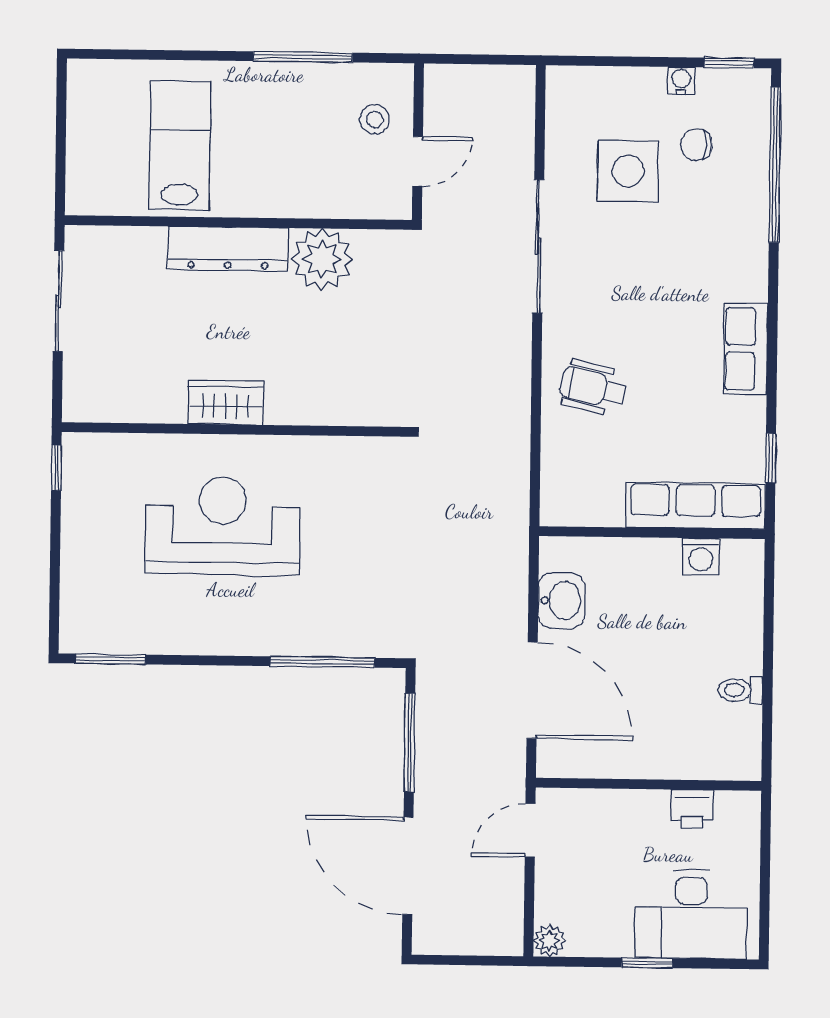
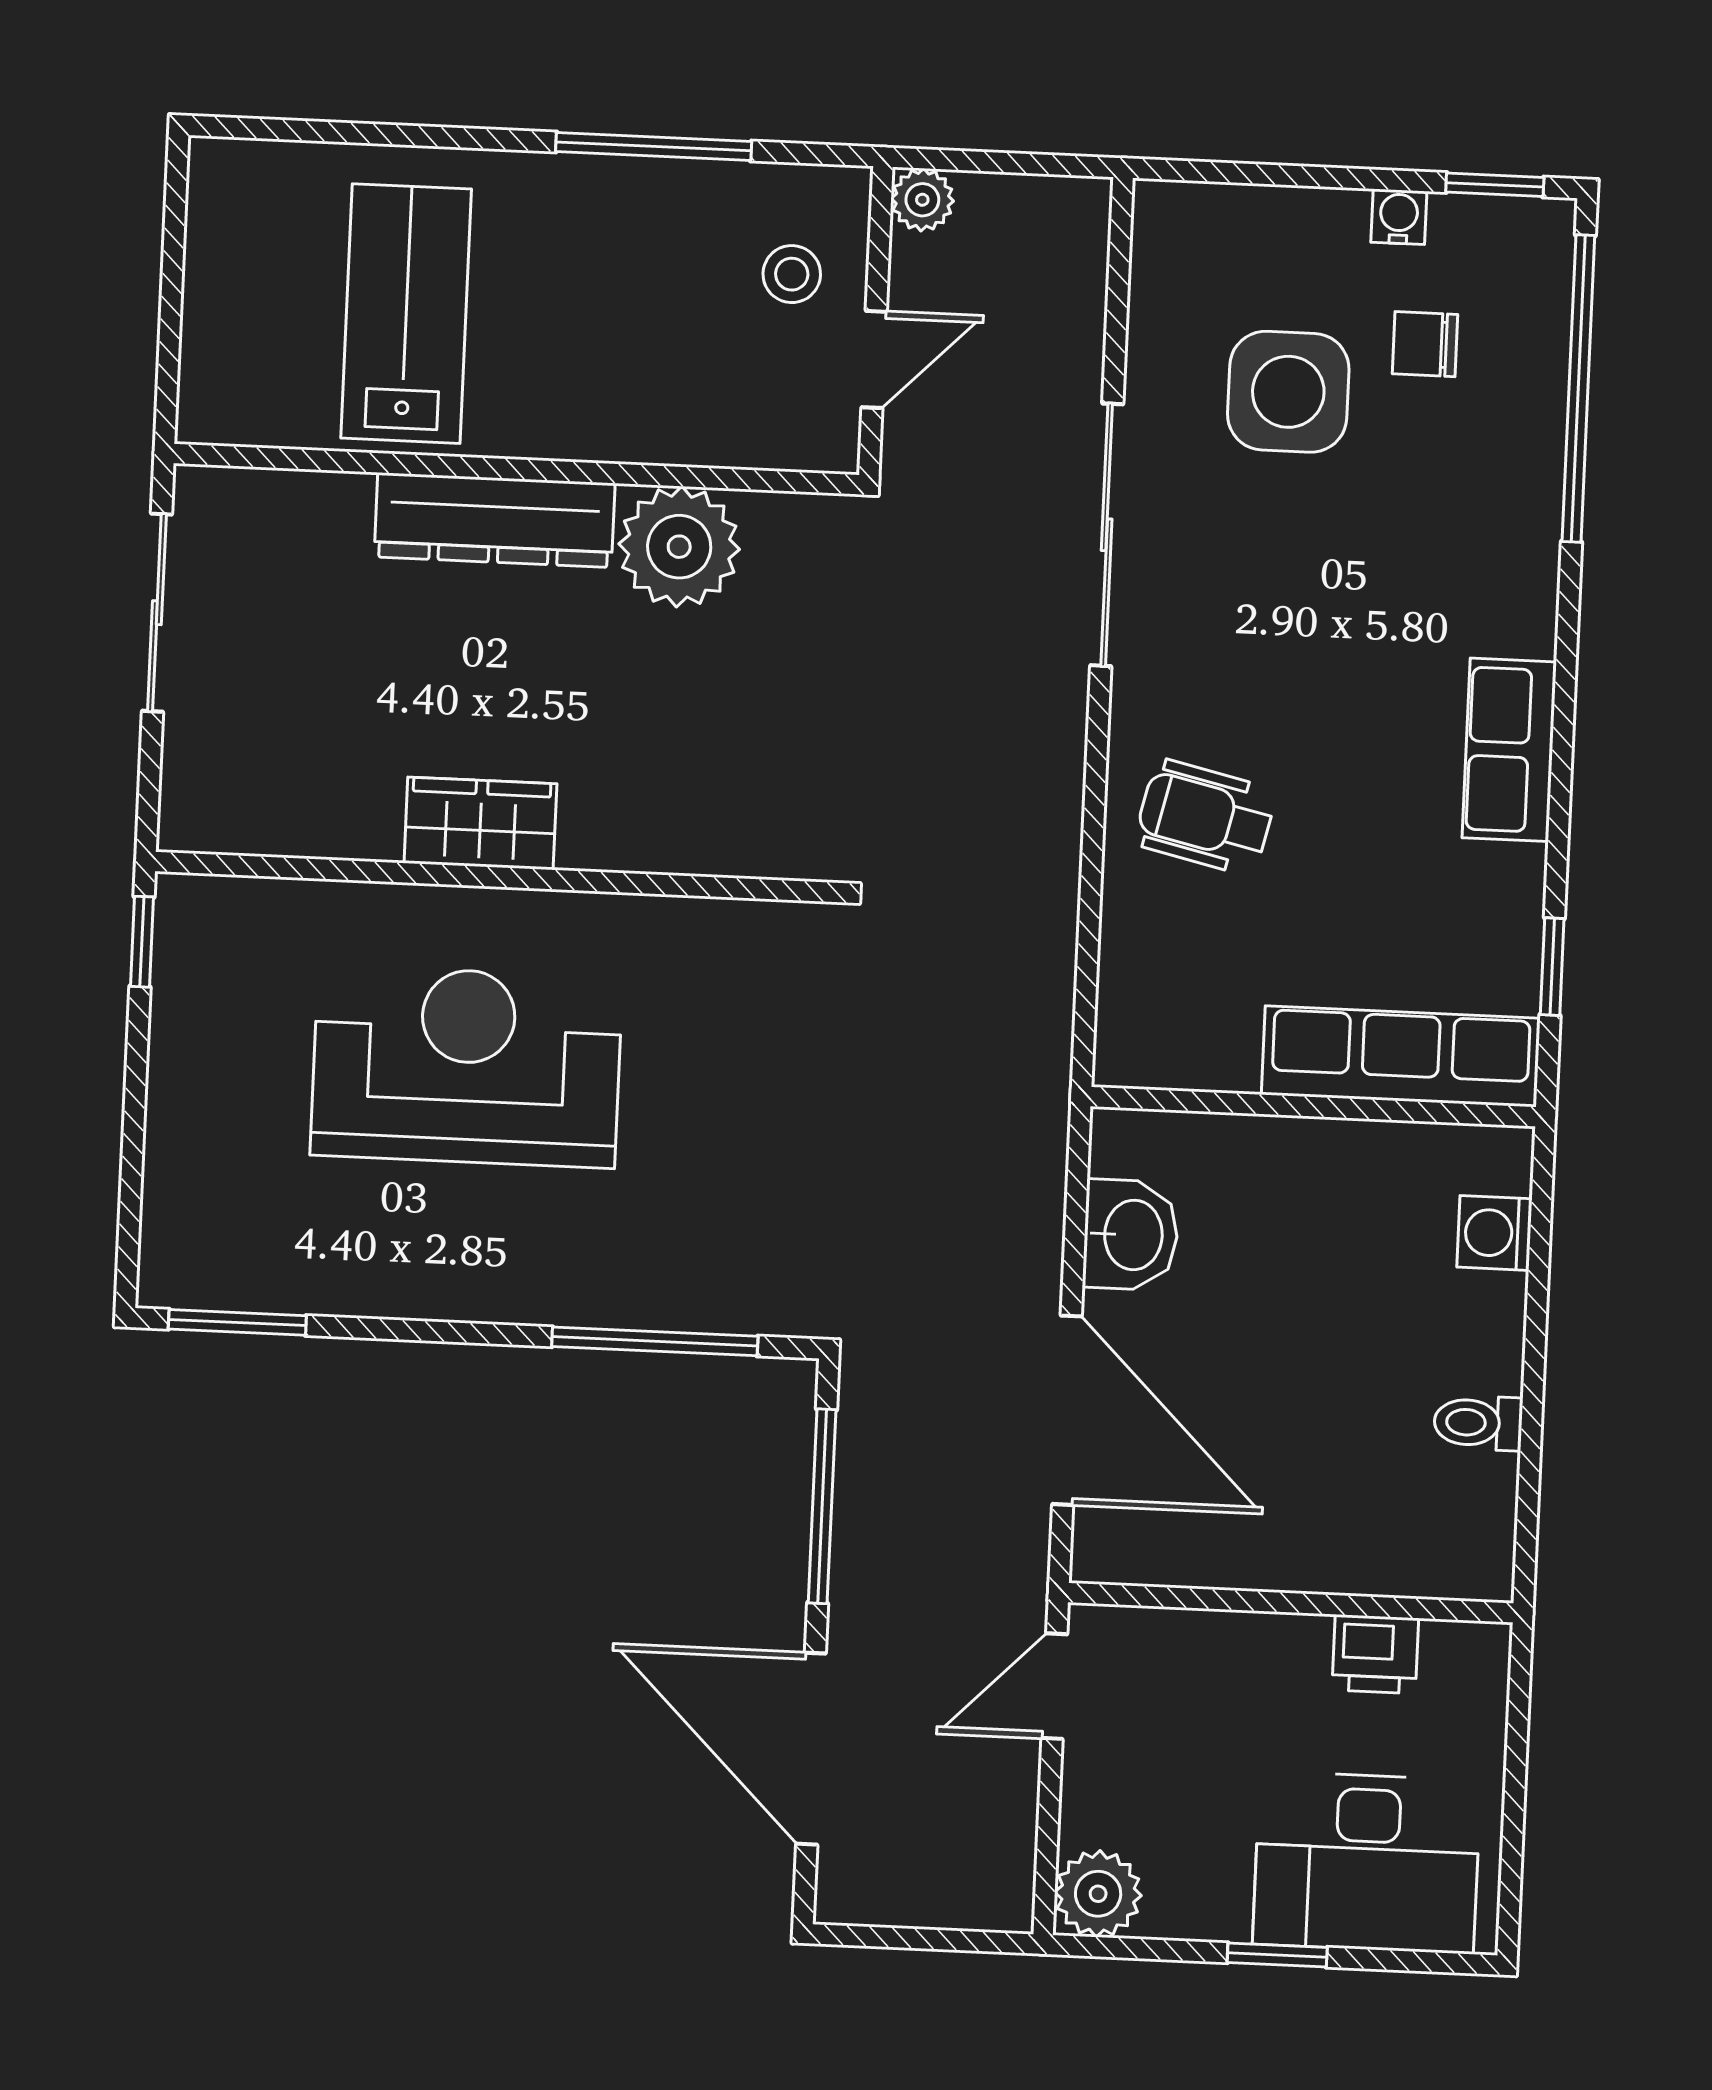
plant: (440, 80) -> (922, 200), added
washing machine: (701, 556) -> (1494, 1233), moved, turned 90
plant: (549, 941) -> (1098, 1894), width x1.38, depth x1.38

